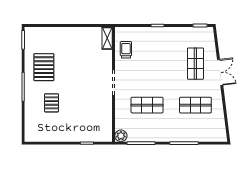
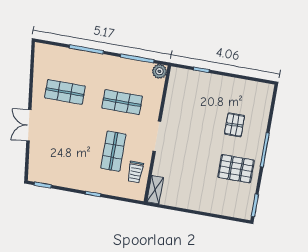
shop shelf: (195, 64) -> (113, 151), moved
pallet: (44, 67) -> (236, 169), turned 90

